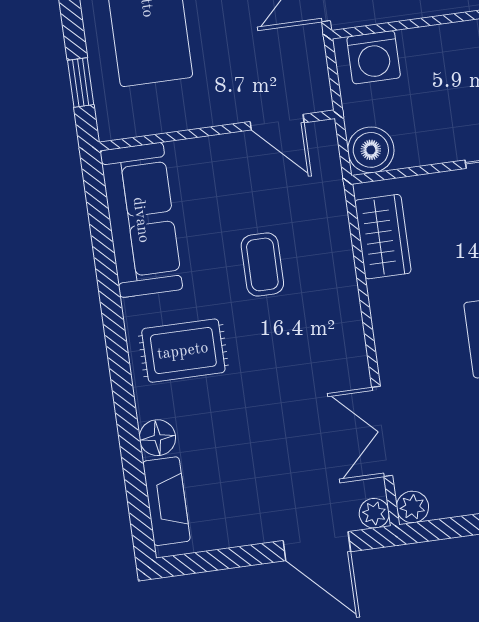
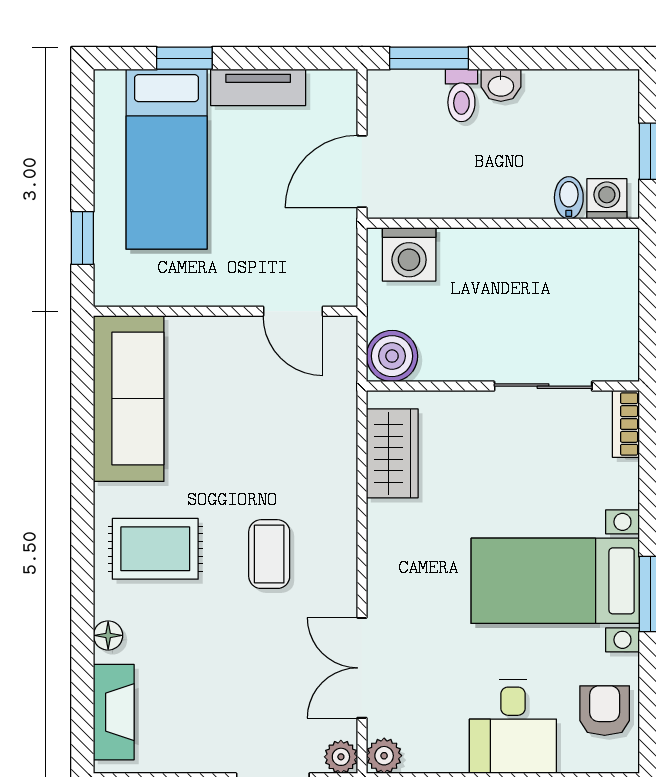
coffee table: (262, 264) -> (269, 554), moved
floor lamp: (157, 438) -> (108, 635), width x0.73, depth x0.73

